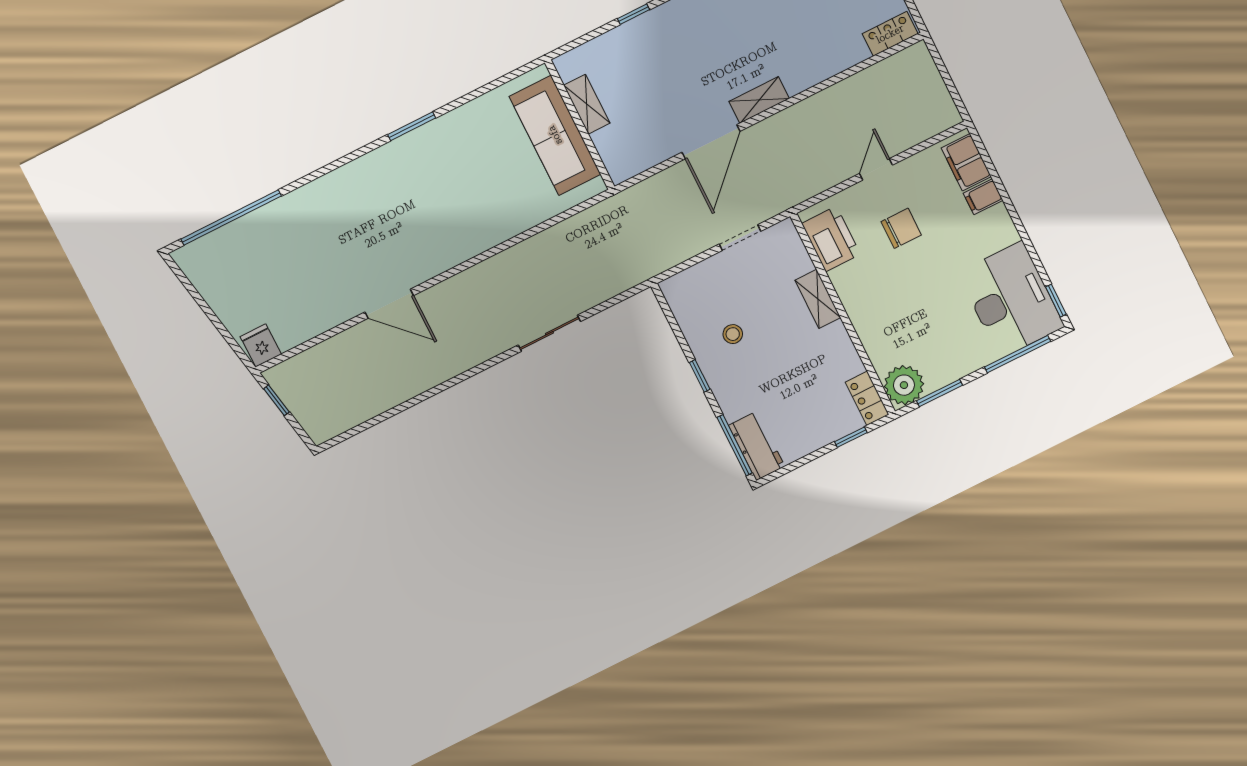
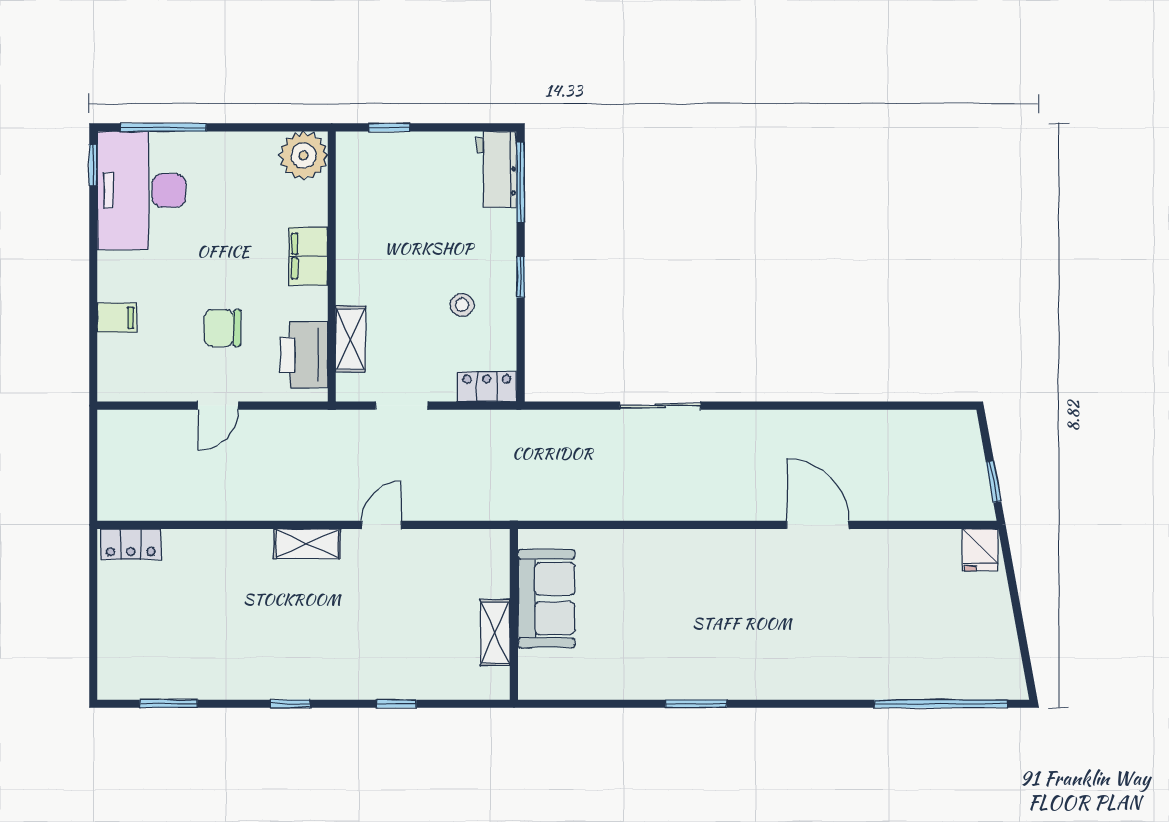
sofa: (555, 135) -> (546, 599), width x0.73
door: (711, 142) -> (381, 525), width x0.53
filing cabinet: (966, 162) -> (308, 256), moved, turned 180
shelving: (818, 299) -> (351, 339), moved
window: (940, 393) -> (269, 127), removed
locker: (867, 398) -> (487, 387), moved, turned -90

